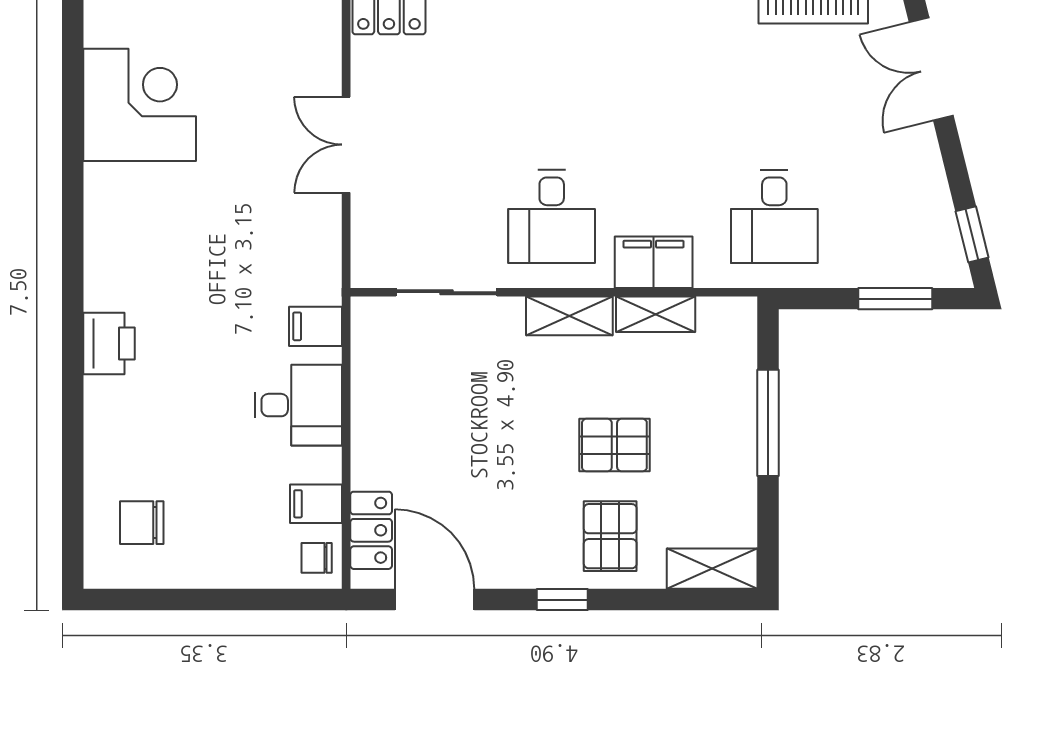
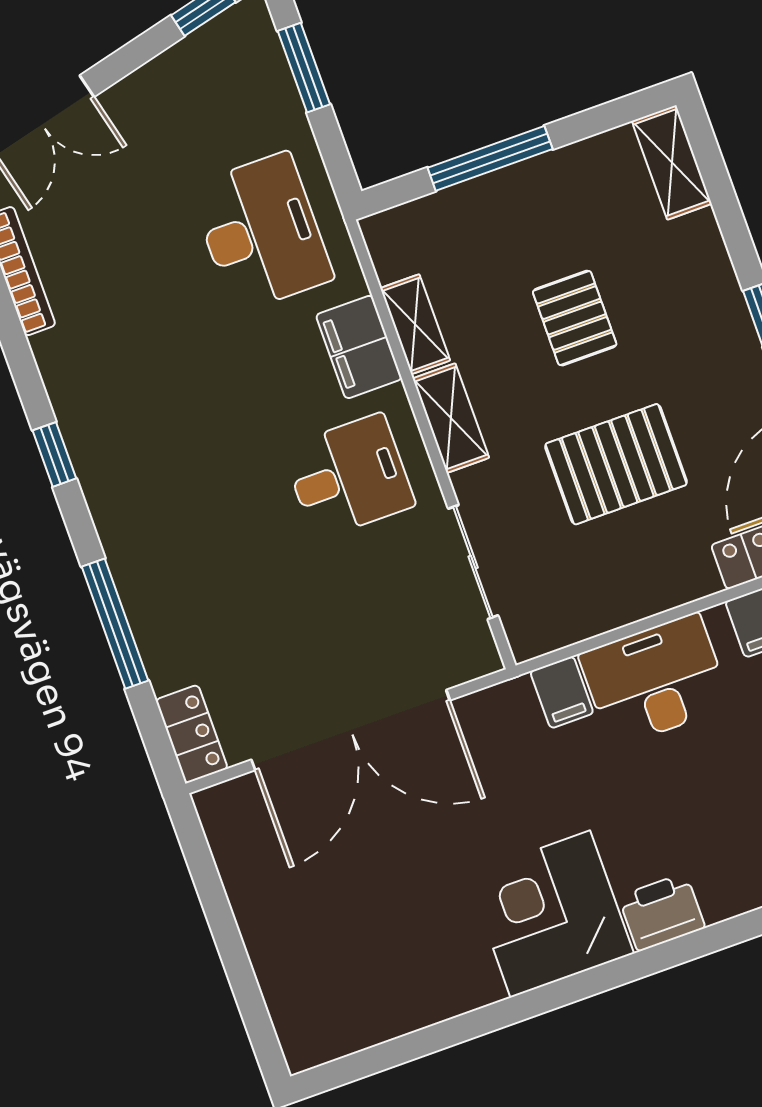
corner desk: (140, 105) -> (550, 914), moved
double door: (346, 145) -> (351, 730), width x1.87
desk: (774, 216) -> (261, 233), width x1.37
desk: (298, 405) -> (655, 680), width x1.37
pallet: (610, 536) -> (616, 464), moved, width x1.50, depth x1.42

